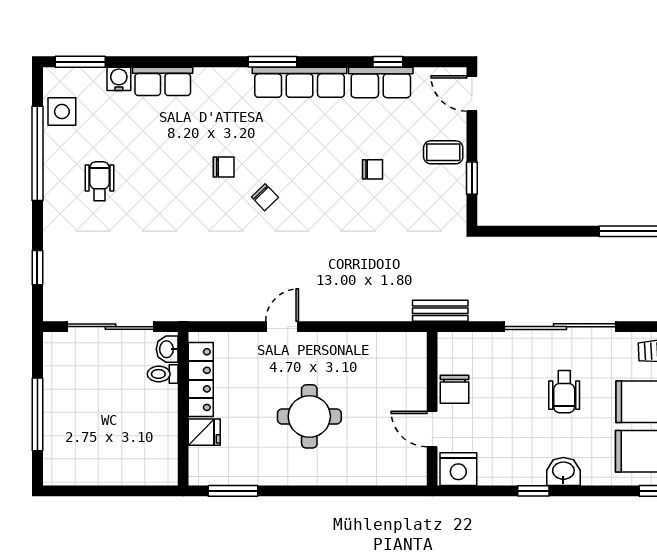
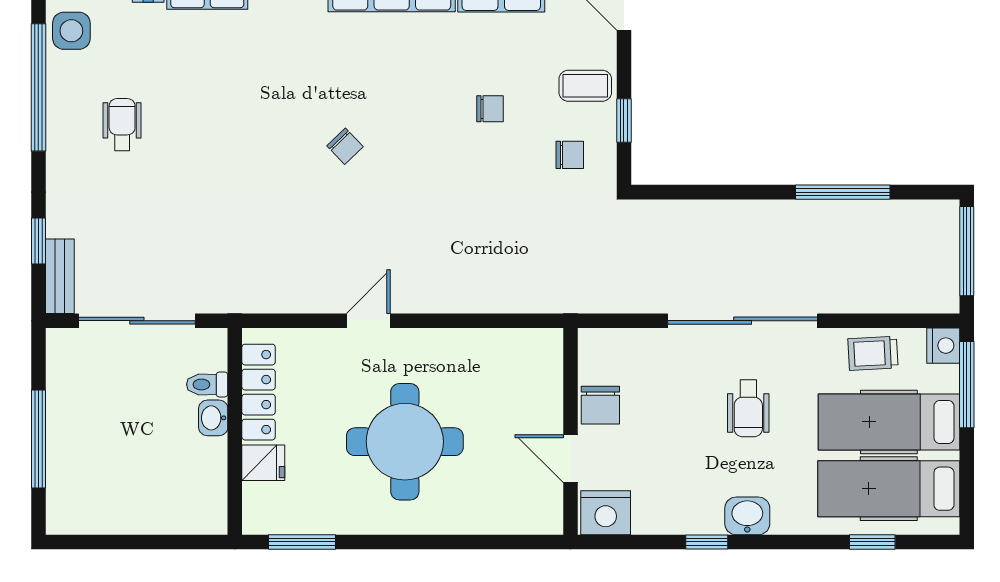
chair: (224, 167) -> (570, 155), moved
bench: (440, 311) -> (60, 276), moved, turned 90
washbasin: (167, 349) -> (213, 418), moved
round table: (309, 416) -> (405, 442), width x1.36, depth x1.36

